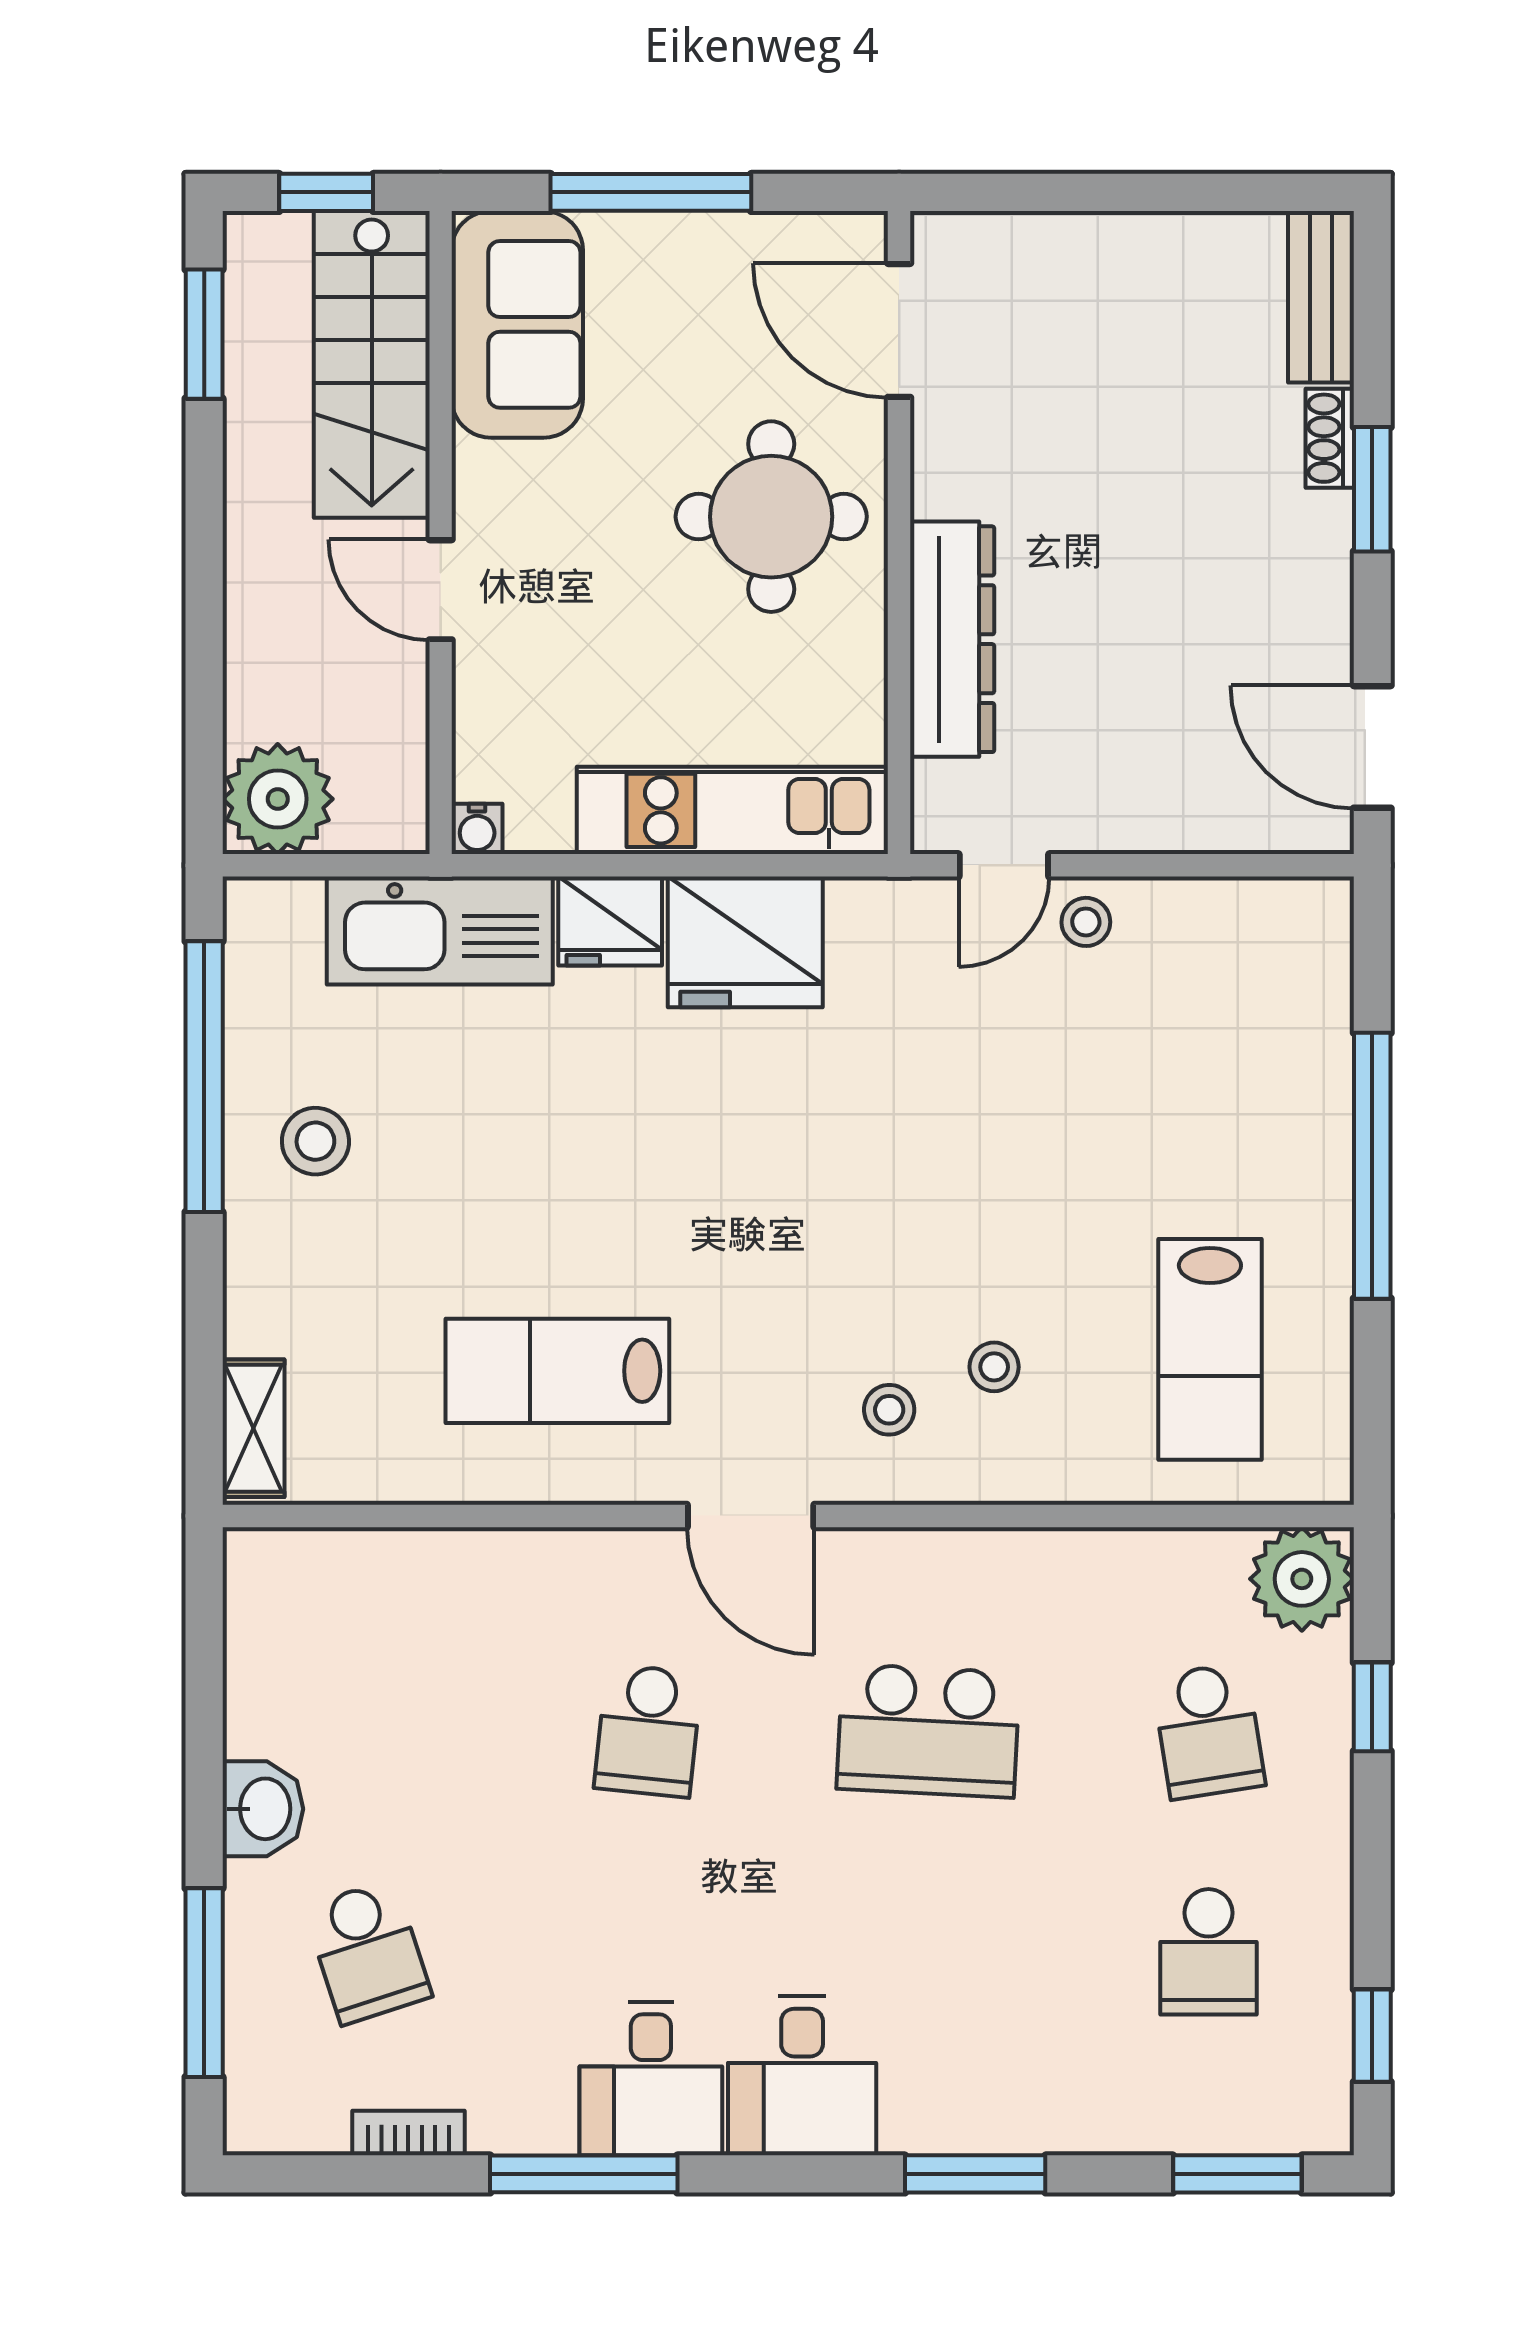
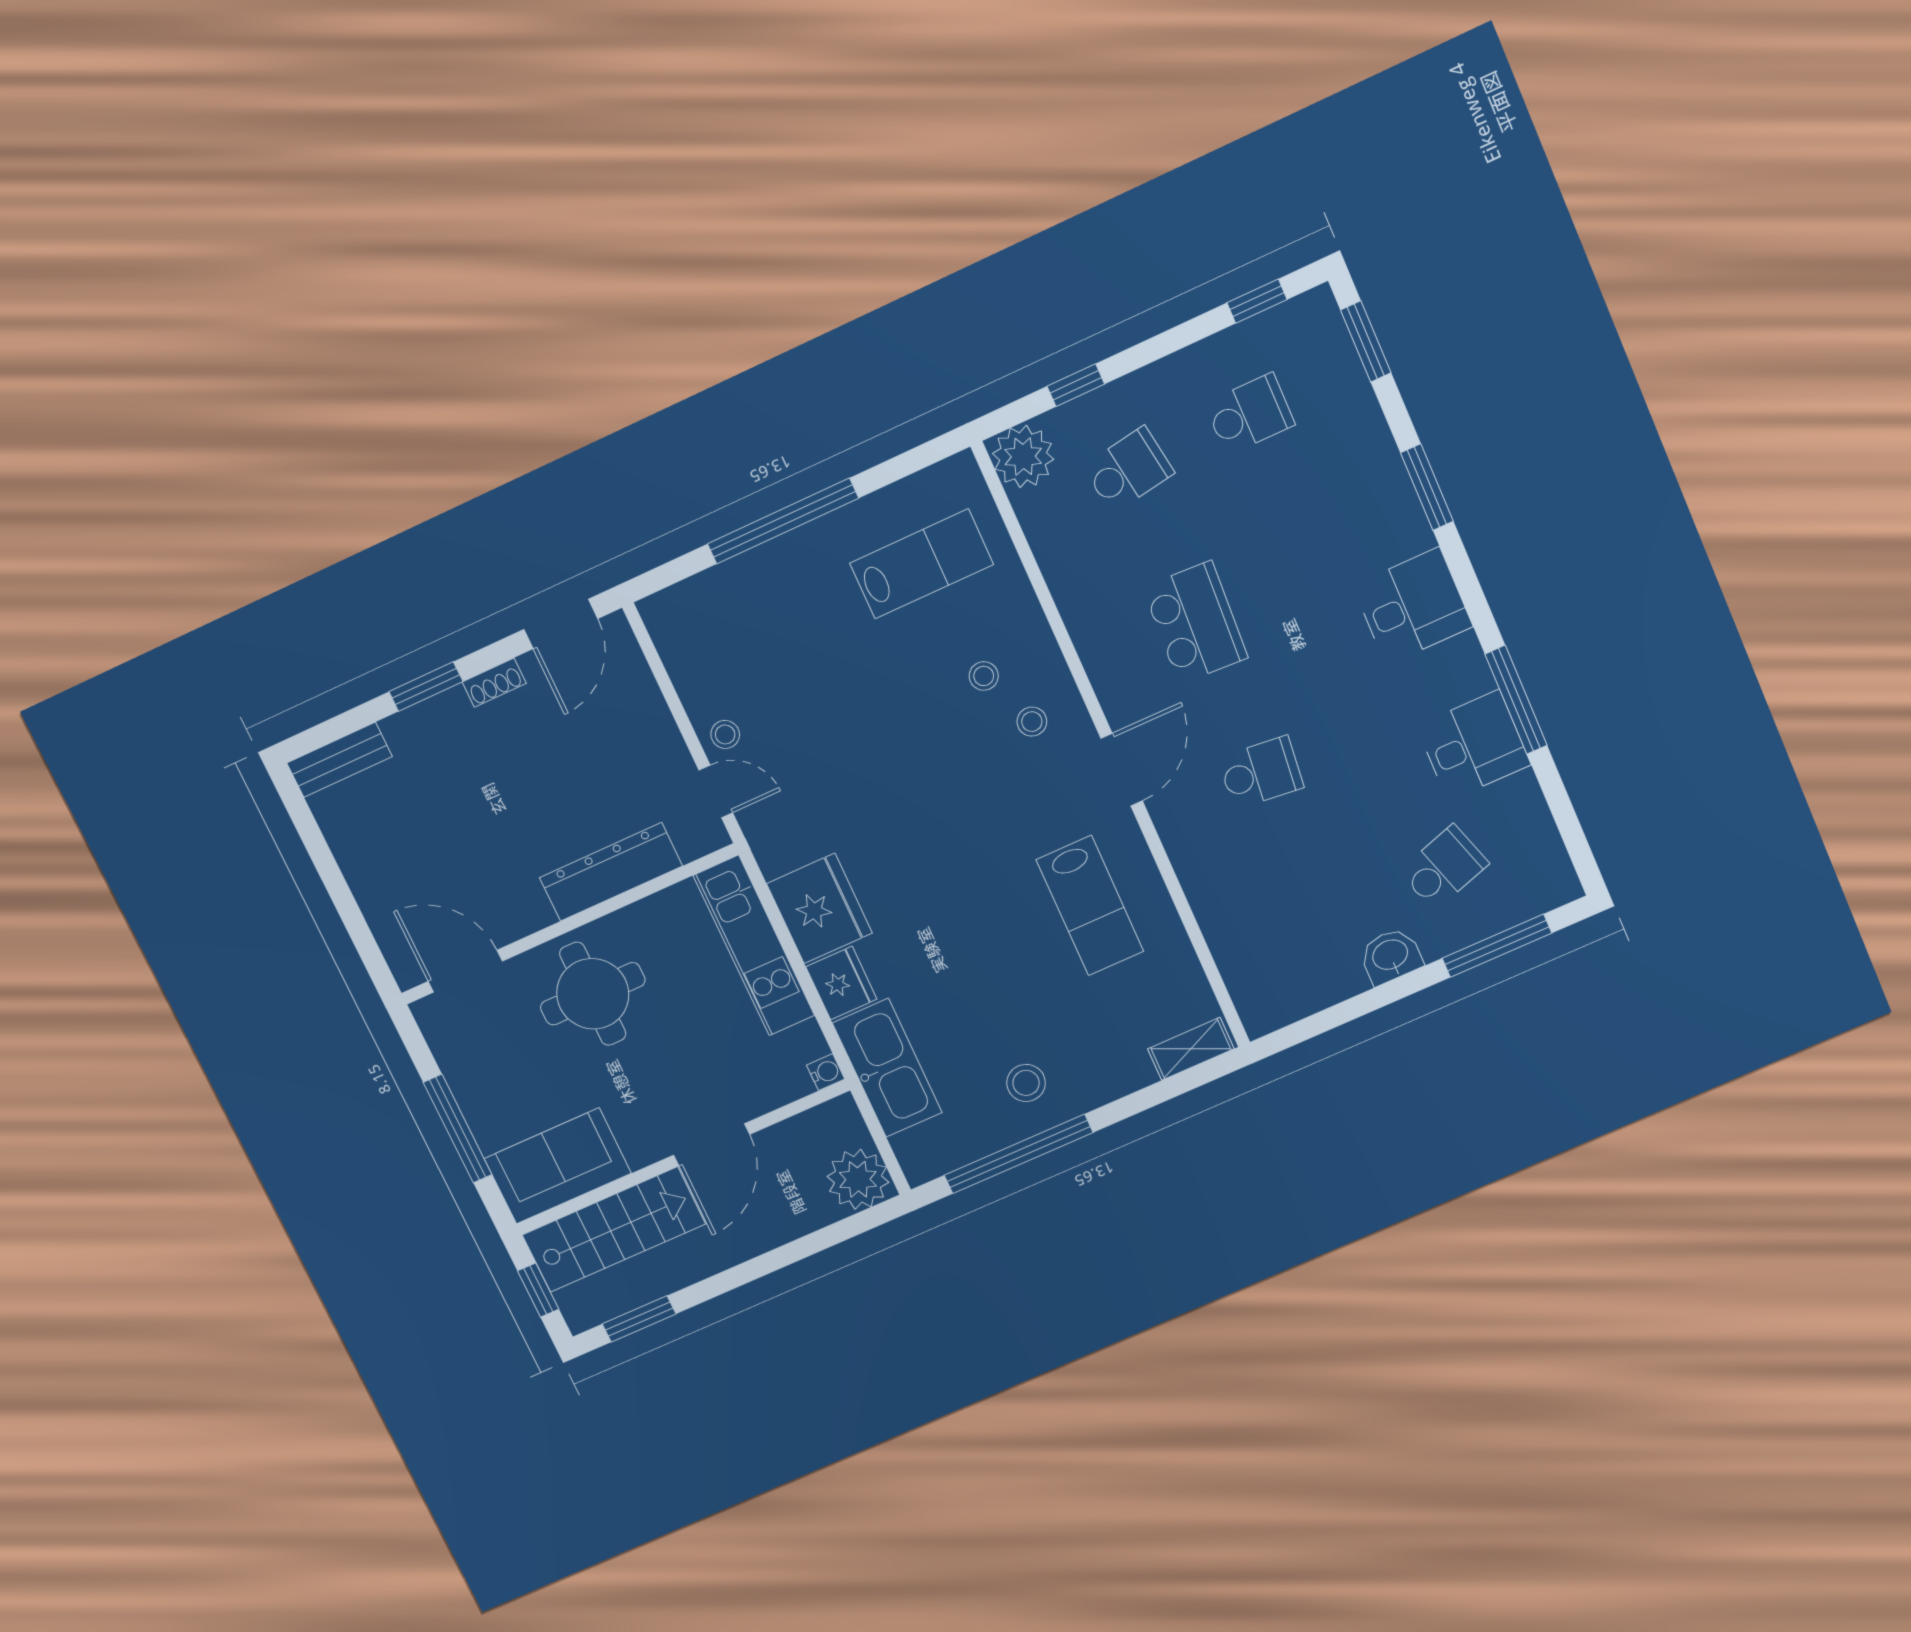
door: (899, 330) -> (465, 971), swing flipped
shoe rack: (1330, 438) -> (494, 683), moved
door: (441, 590) -> (712, 1145), width x1.38
desk: (651, 2079) -> (1473, 745), moved
bookcase: (408, 2133) -> (1533, 803), removed

